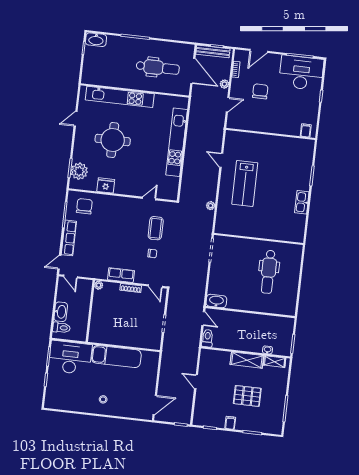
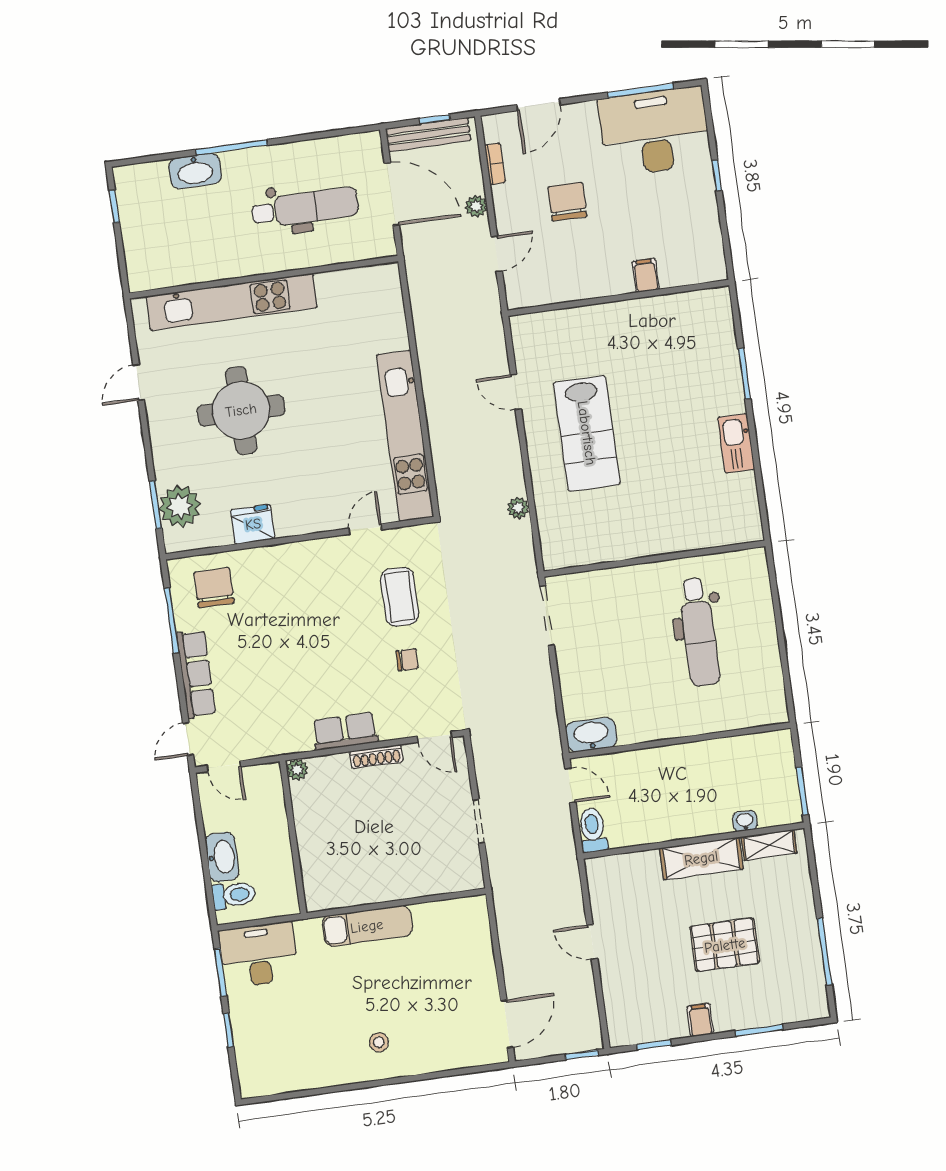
washbasin: (96, 40) -> (195, 171), moved
filing cabinet: (306, 130) -> (646, 275), moved
kitchen unit: (177, 142) -> (405, 436), moved
exam couch: (116, 356) -> (367, 926), width x0.73, depth x0.69
desk: (70, 358) -> (259, 955), width x0.73, depth x0.77

